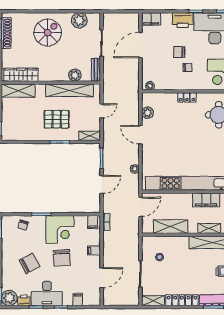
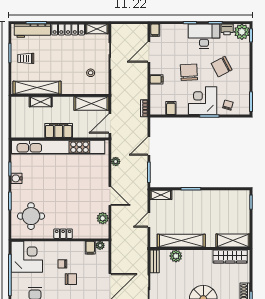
filing cabinet: (160, 83) -> (90, 248), added
pallet: (57, 119) -> (194, 212), removed
filing cabinet: (206, 200) -> (59, 130), moved
filing cabinet: (93, 222) -> (171, 108), moved
shelving: (171, 227) -> (91, 104), moved
corner desk: (60, 229) -> (203, 101), moved
filing cabinet: (78, 300) -> (155, 30), moved

